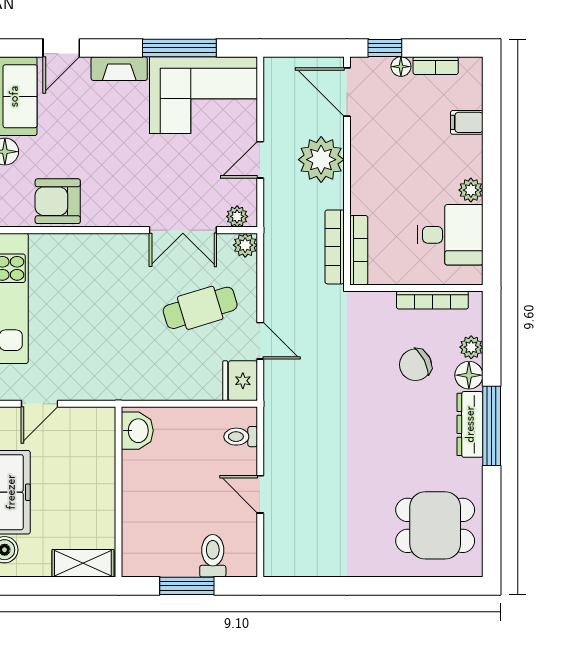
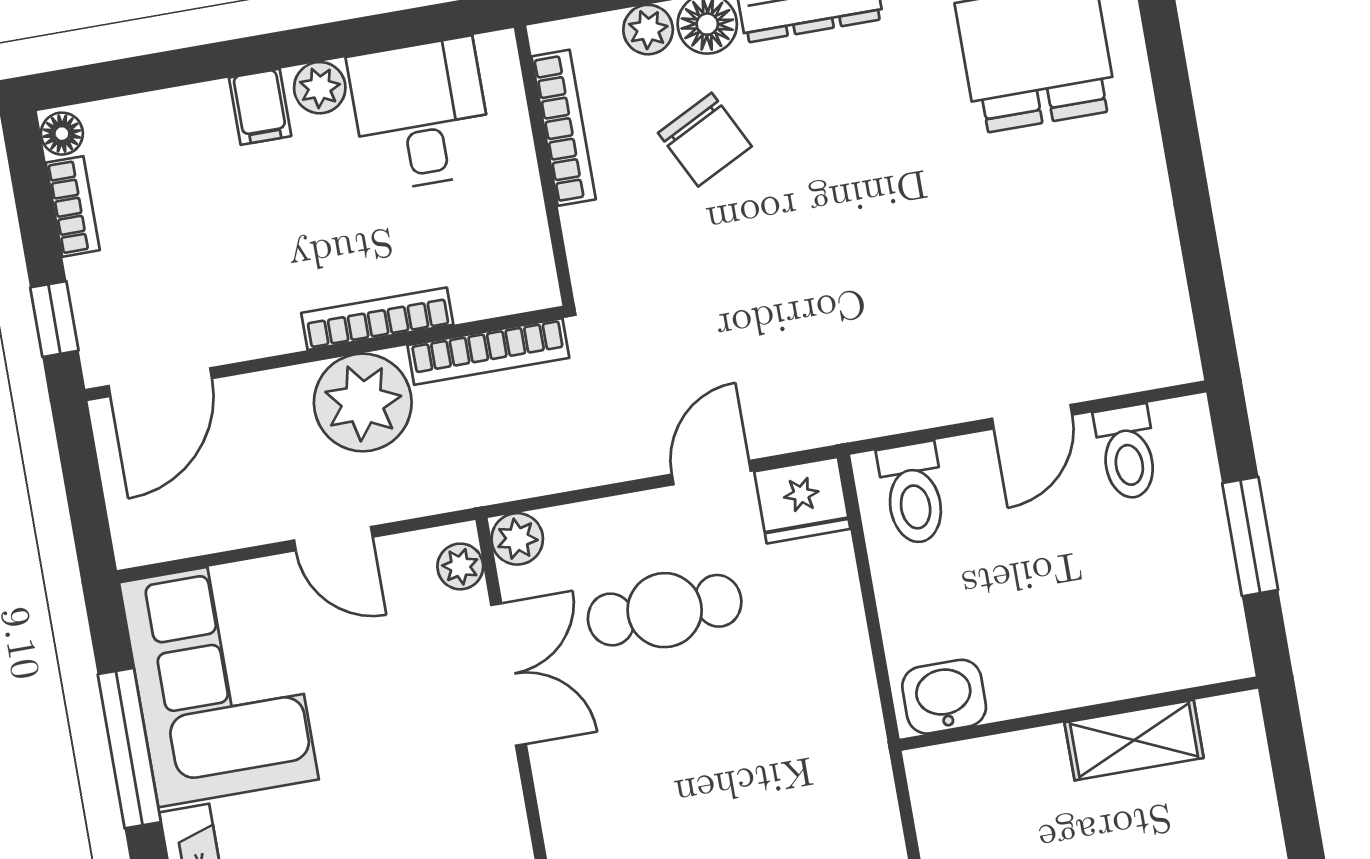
floor lamp: (401, 67) -> (62, 134), moved
filing cabinet: (467, 122) -> (260, 107), moved
plant: (321, 160) -> (363, 403), moved
bookcase: (359, 250) -> (377, 319), moved
cafe table: (200, 308) -> (665, 610), turned -73
toilet: (241, 437) -> (913, 493), width x1.37, depth x1.39
toilet: (213, 556) -> (1127, 452), moved, turned -90
shelving: (83, 563) -> (1134, 740), moved, turned 90

